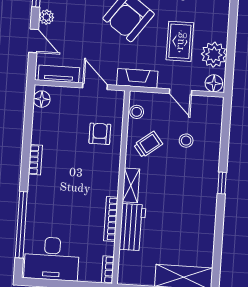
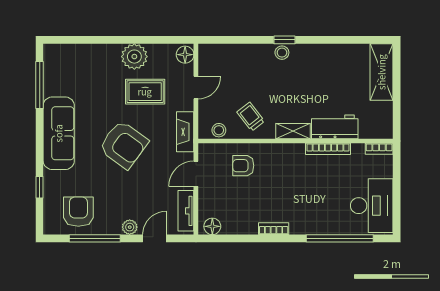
plant: (214, 55) -> (134, 57), moved
stool: (186, 141) -> (282, 53), moved

